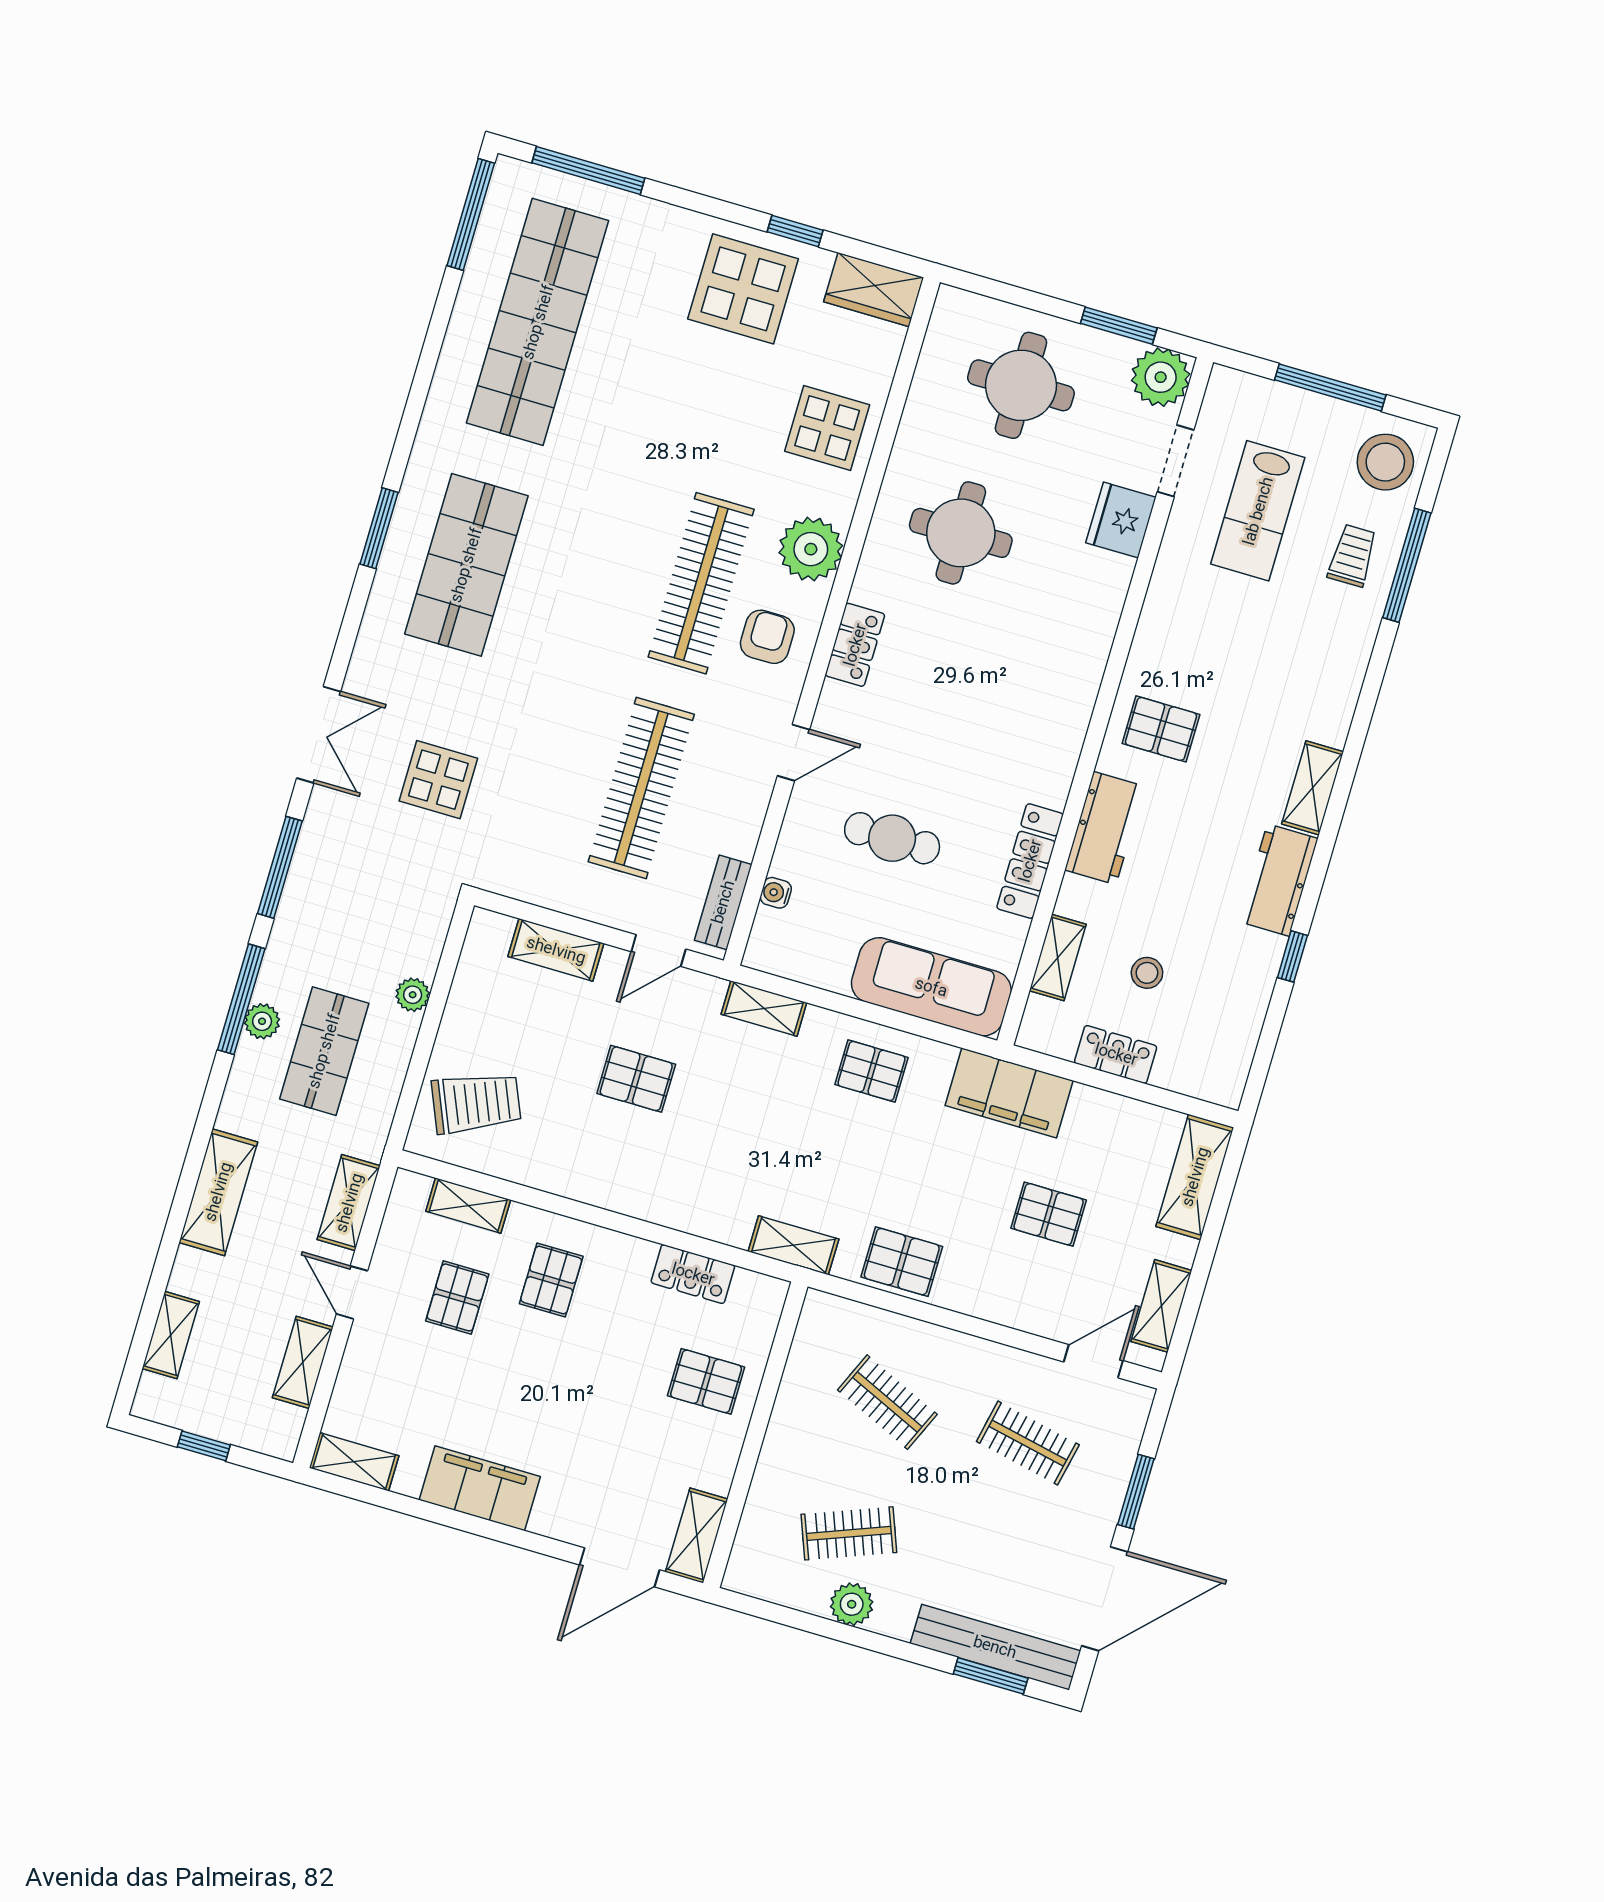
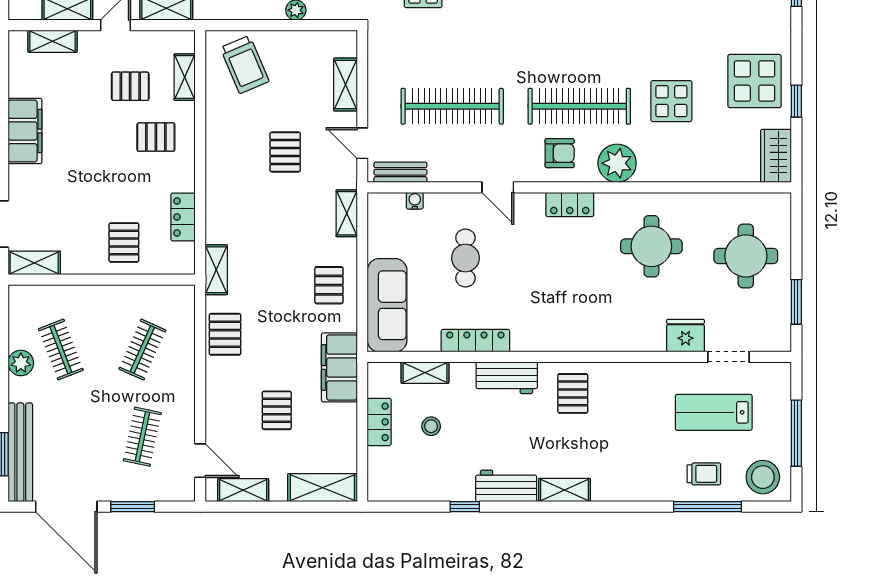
plant: (1161, 377) -> (774, 334), removed
display table: (827, 428) -> (671, 101), moved
shelving: (354, 1462) -> (52, 41), moved, turned 90

